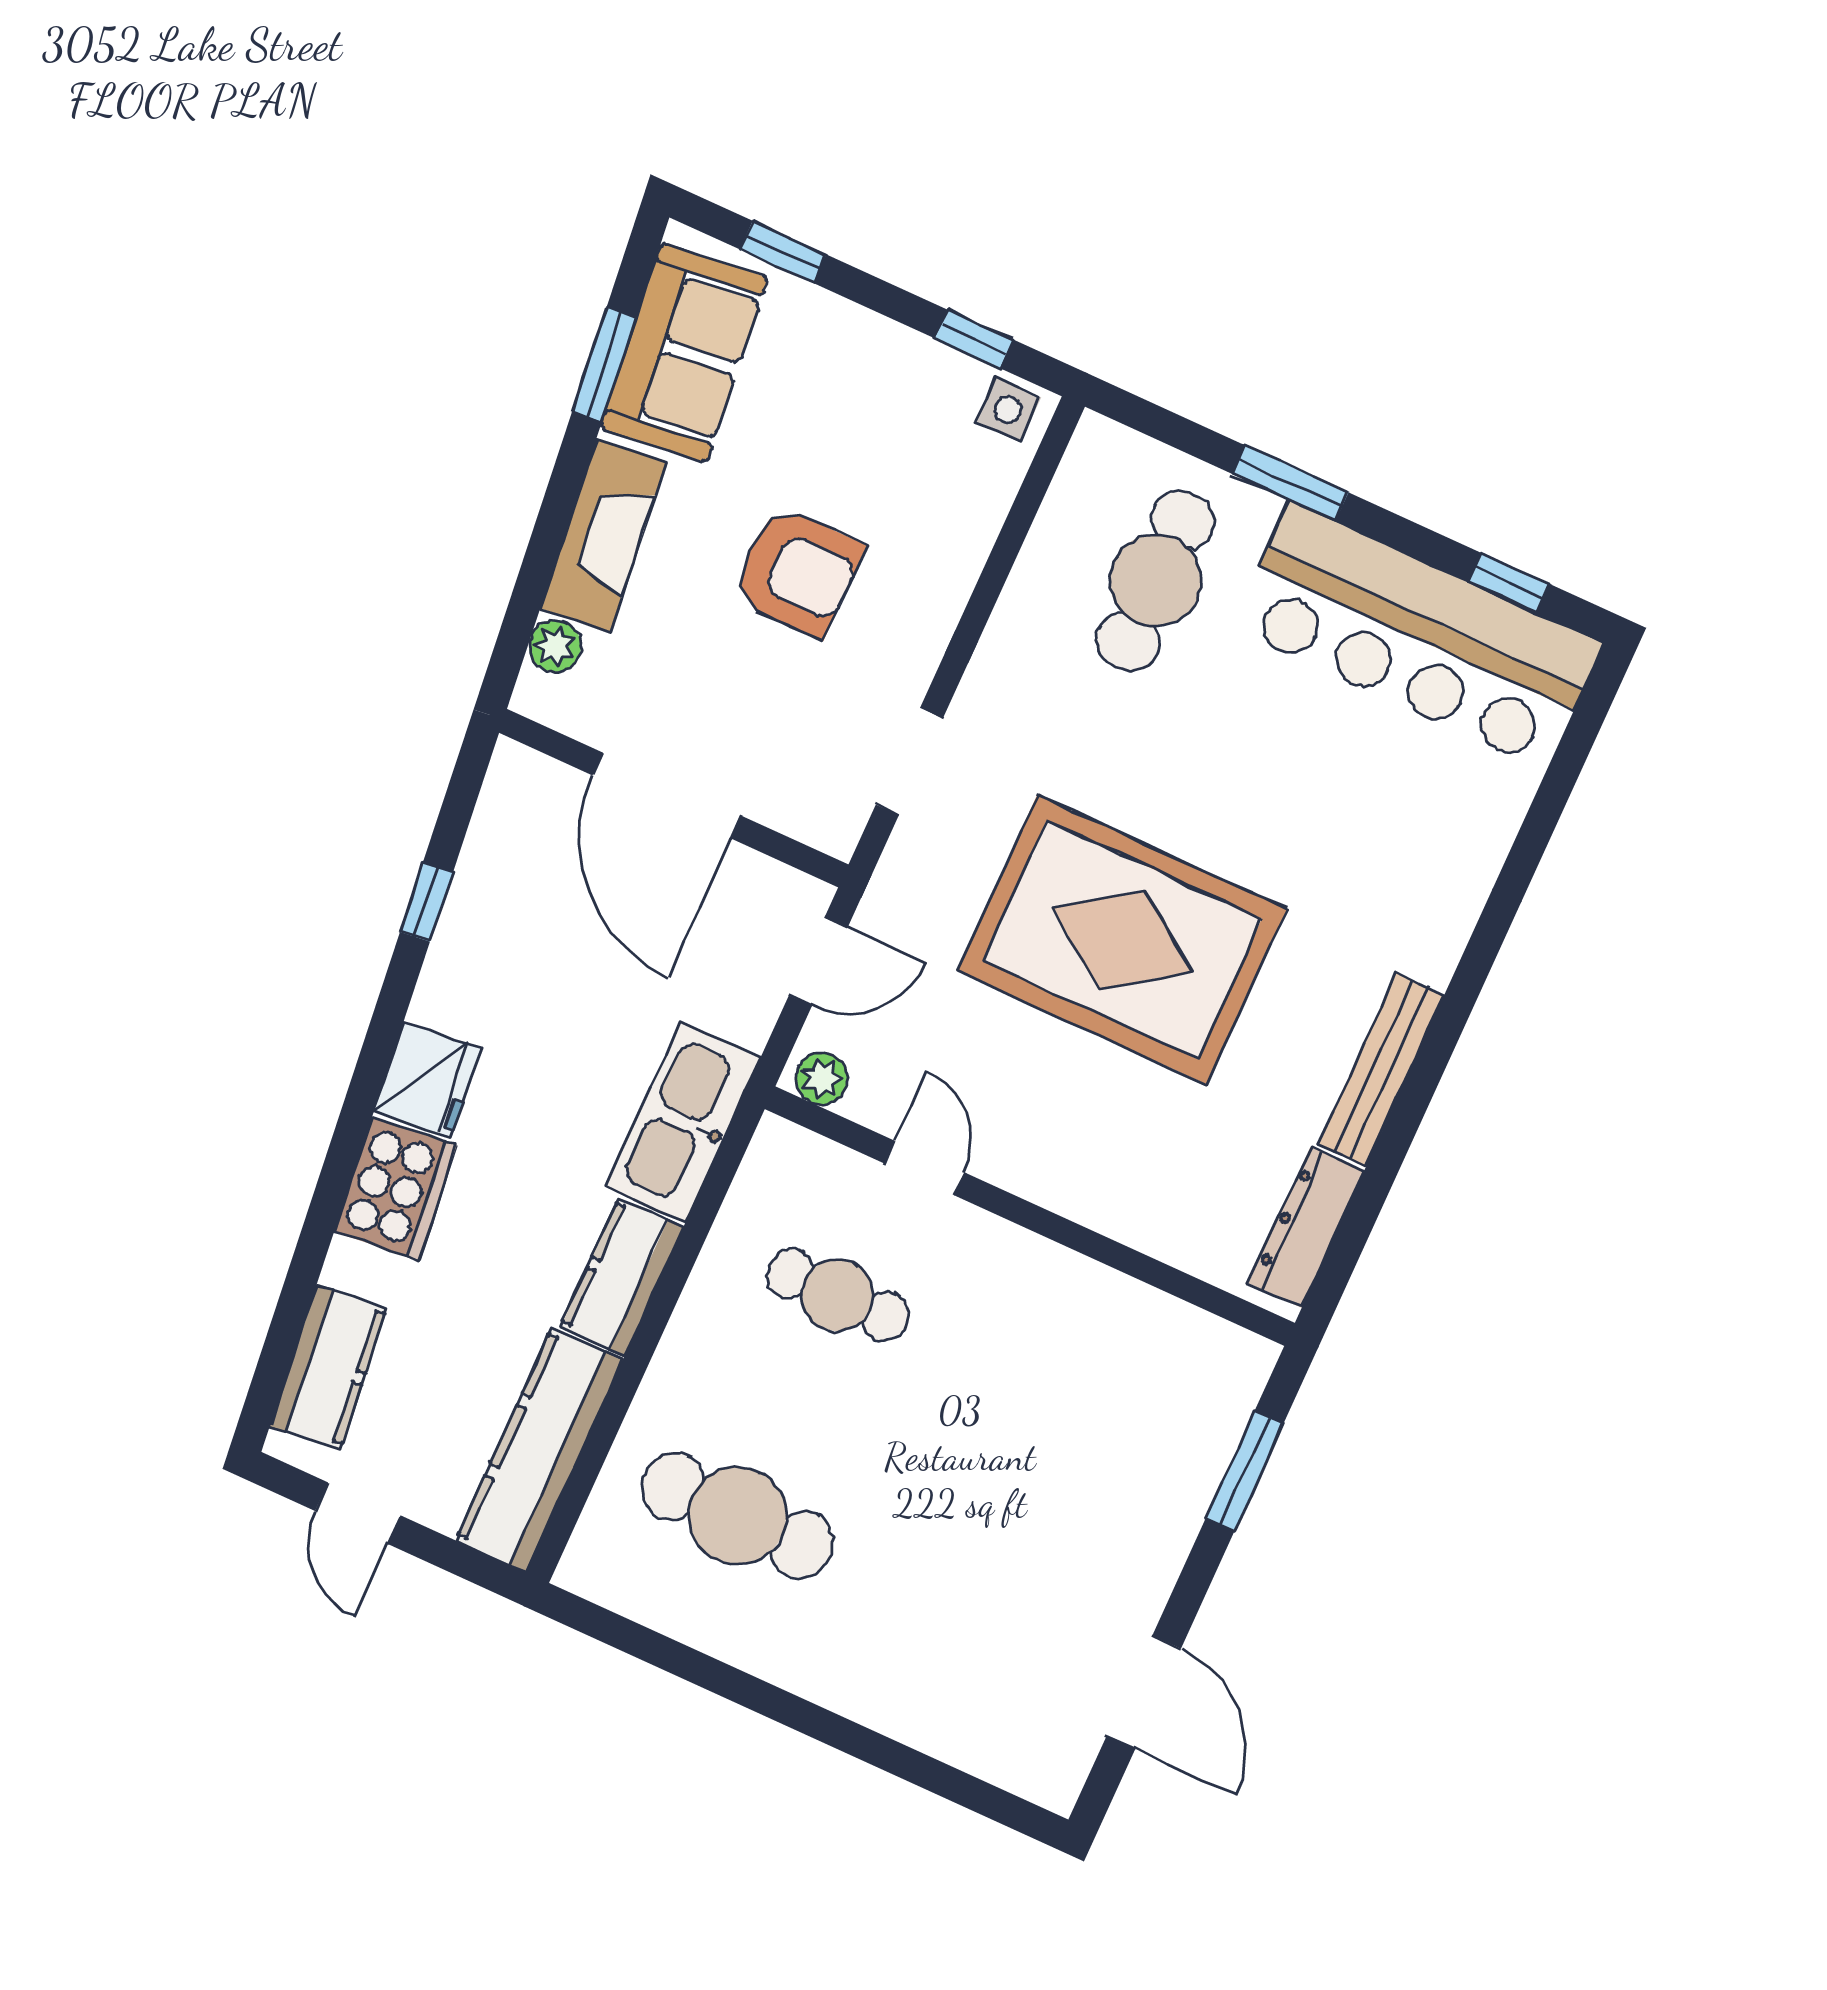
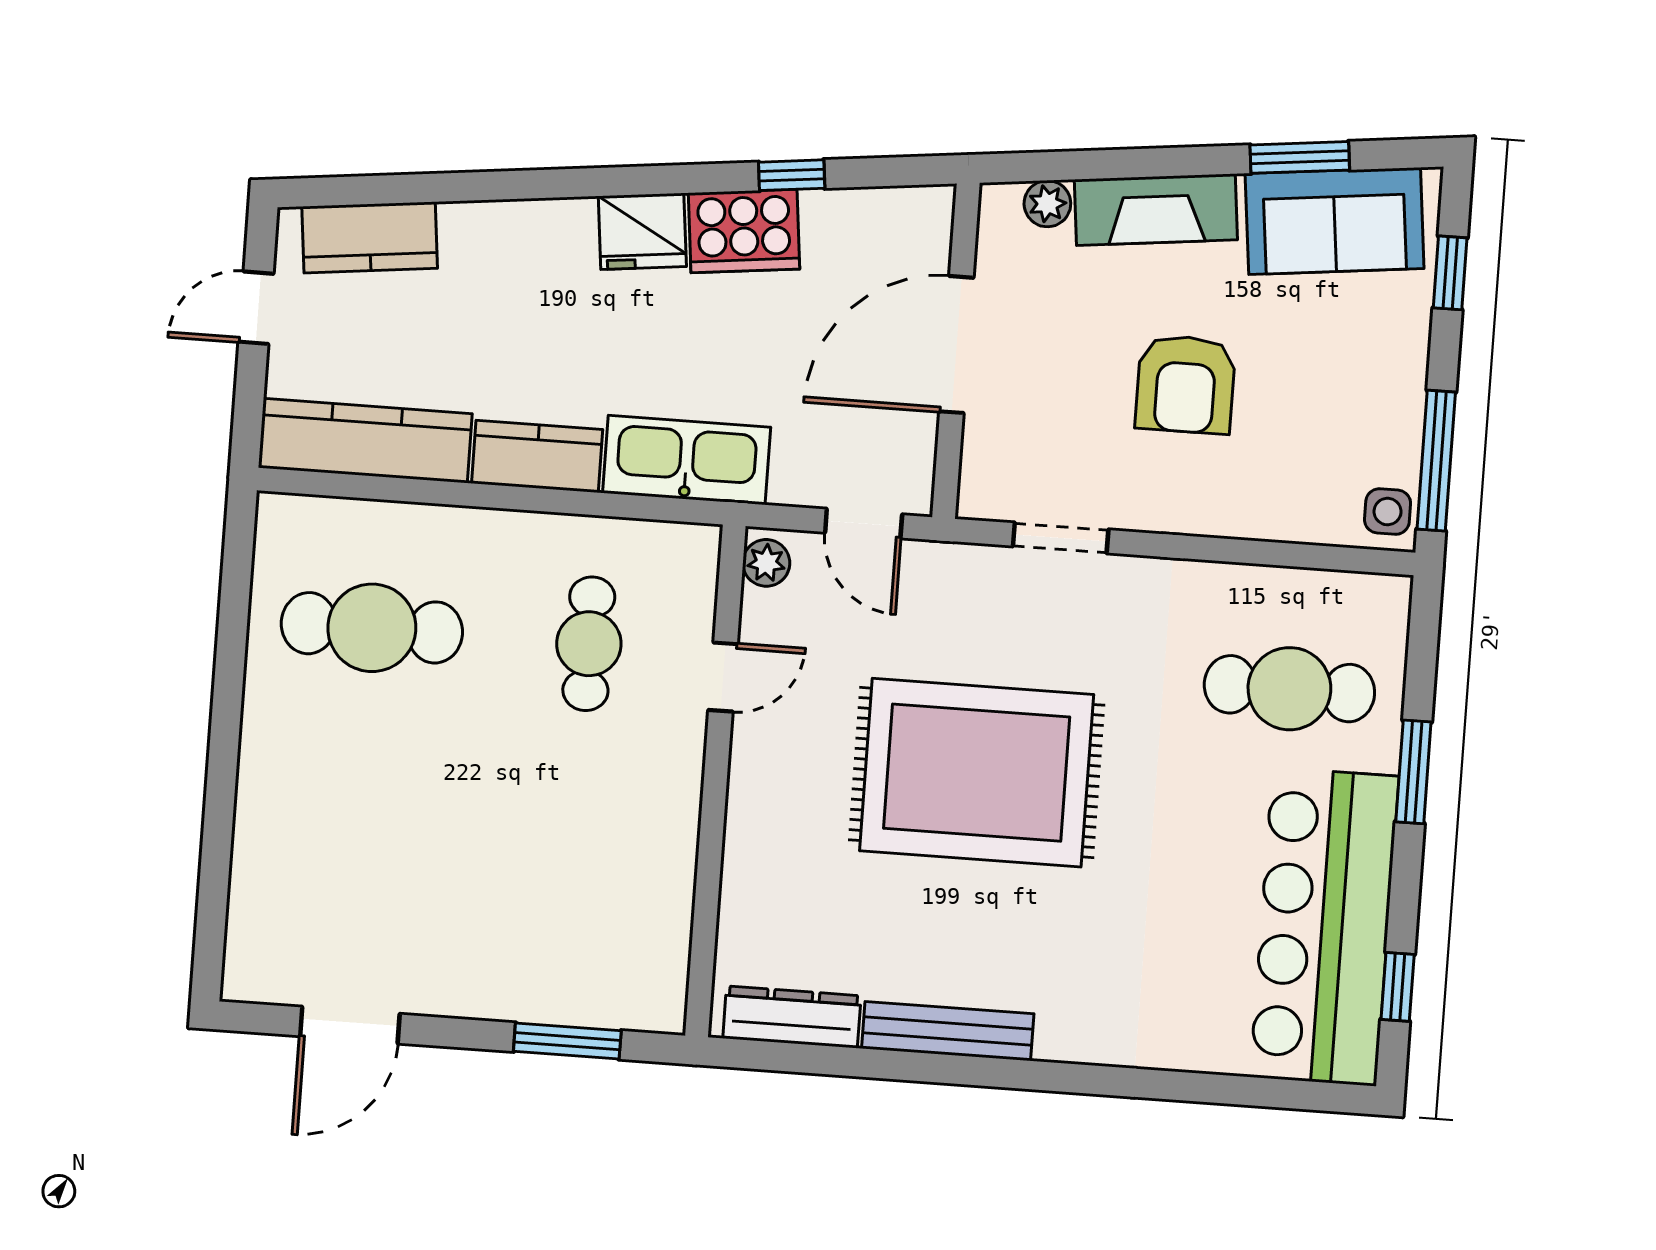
window: (974, 339) -> (1436, 461), width x2.17
rug: (1122, 940) -> (977, 773), turned 90
cooker: (395, 1188) -> (744, 231), moved
cafe table: (737, 1516) -> (372, 628), turned 90

